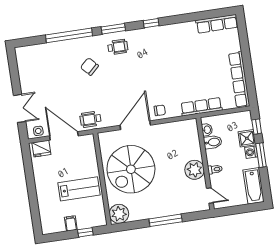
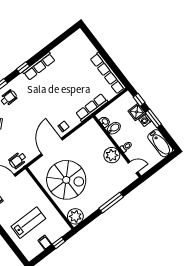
row of seats: (217, 24) -> (39, 66), moved
spiral stairs: (131, 169) -> (66, 180), turned -90
lab bench: (79, 189) -> (28, 223), moved

